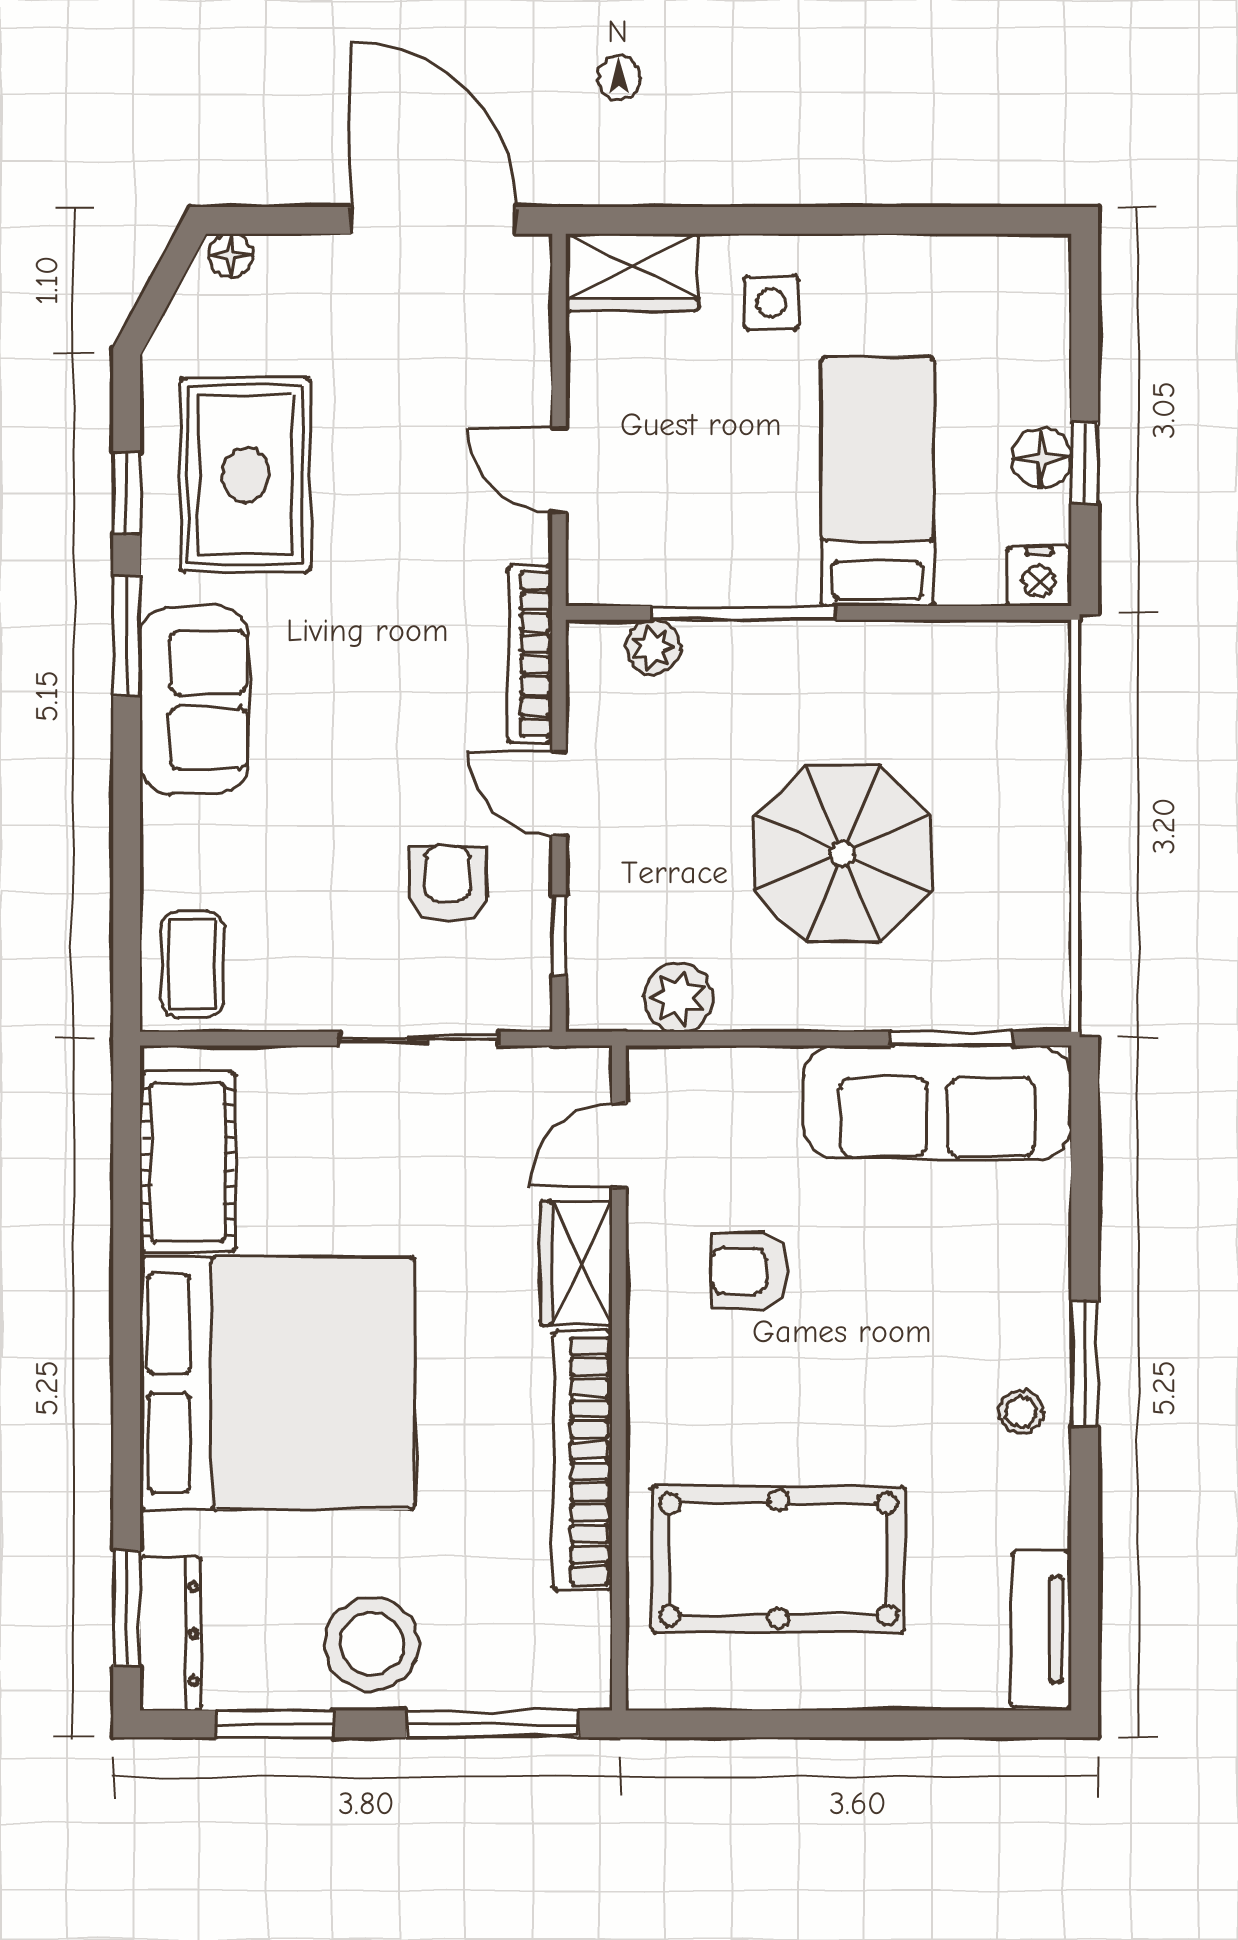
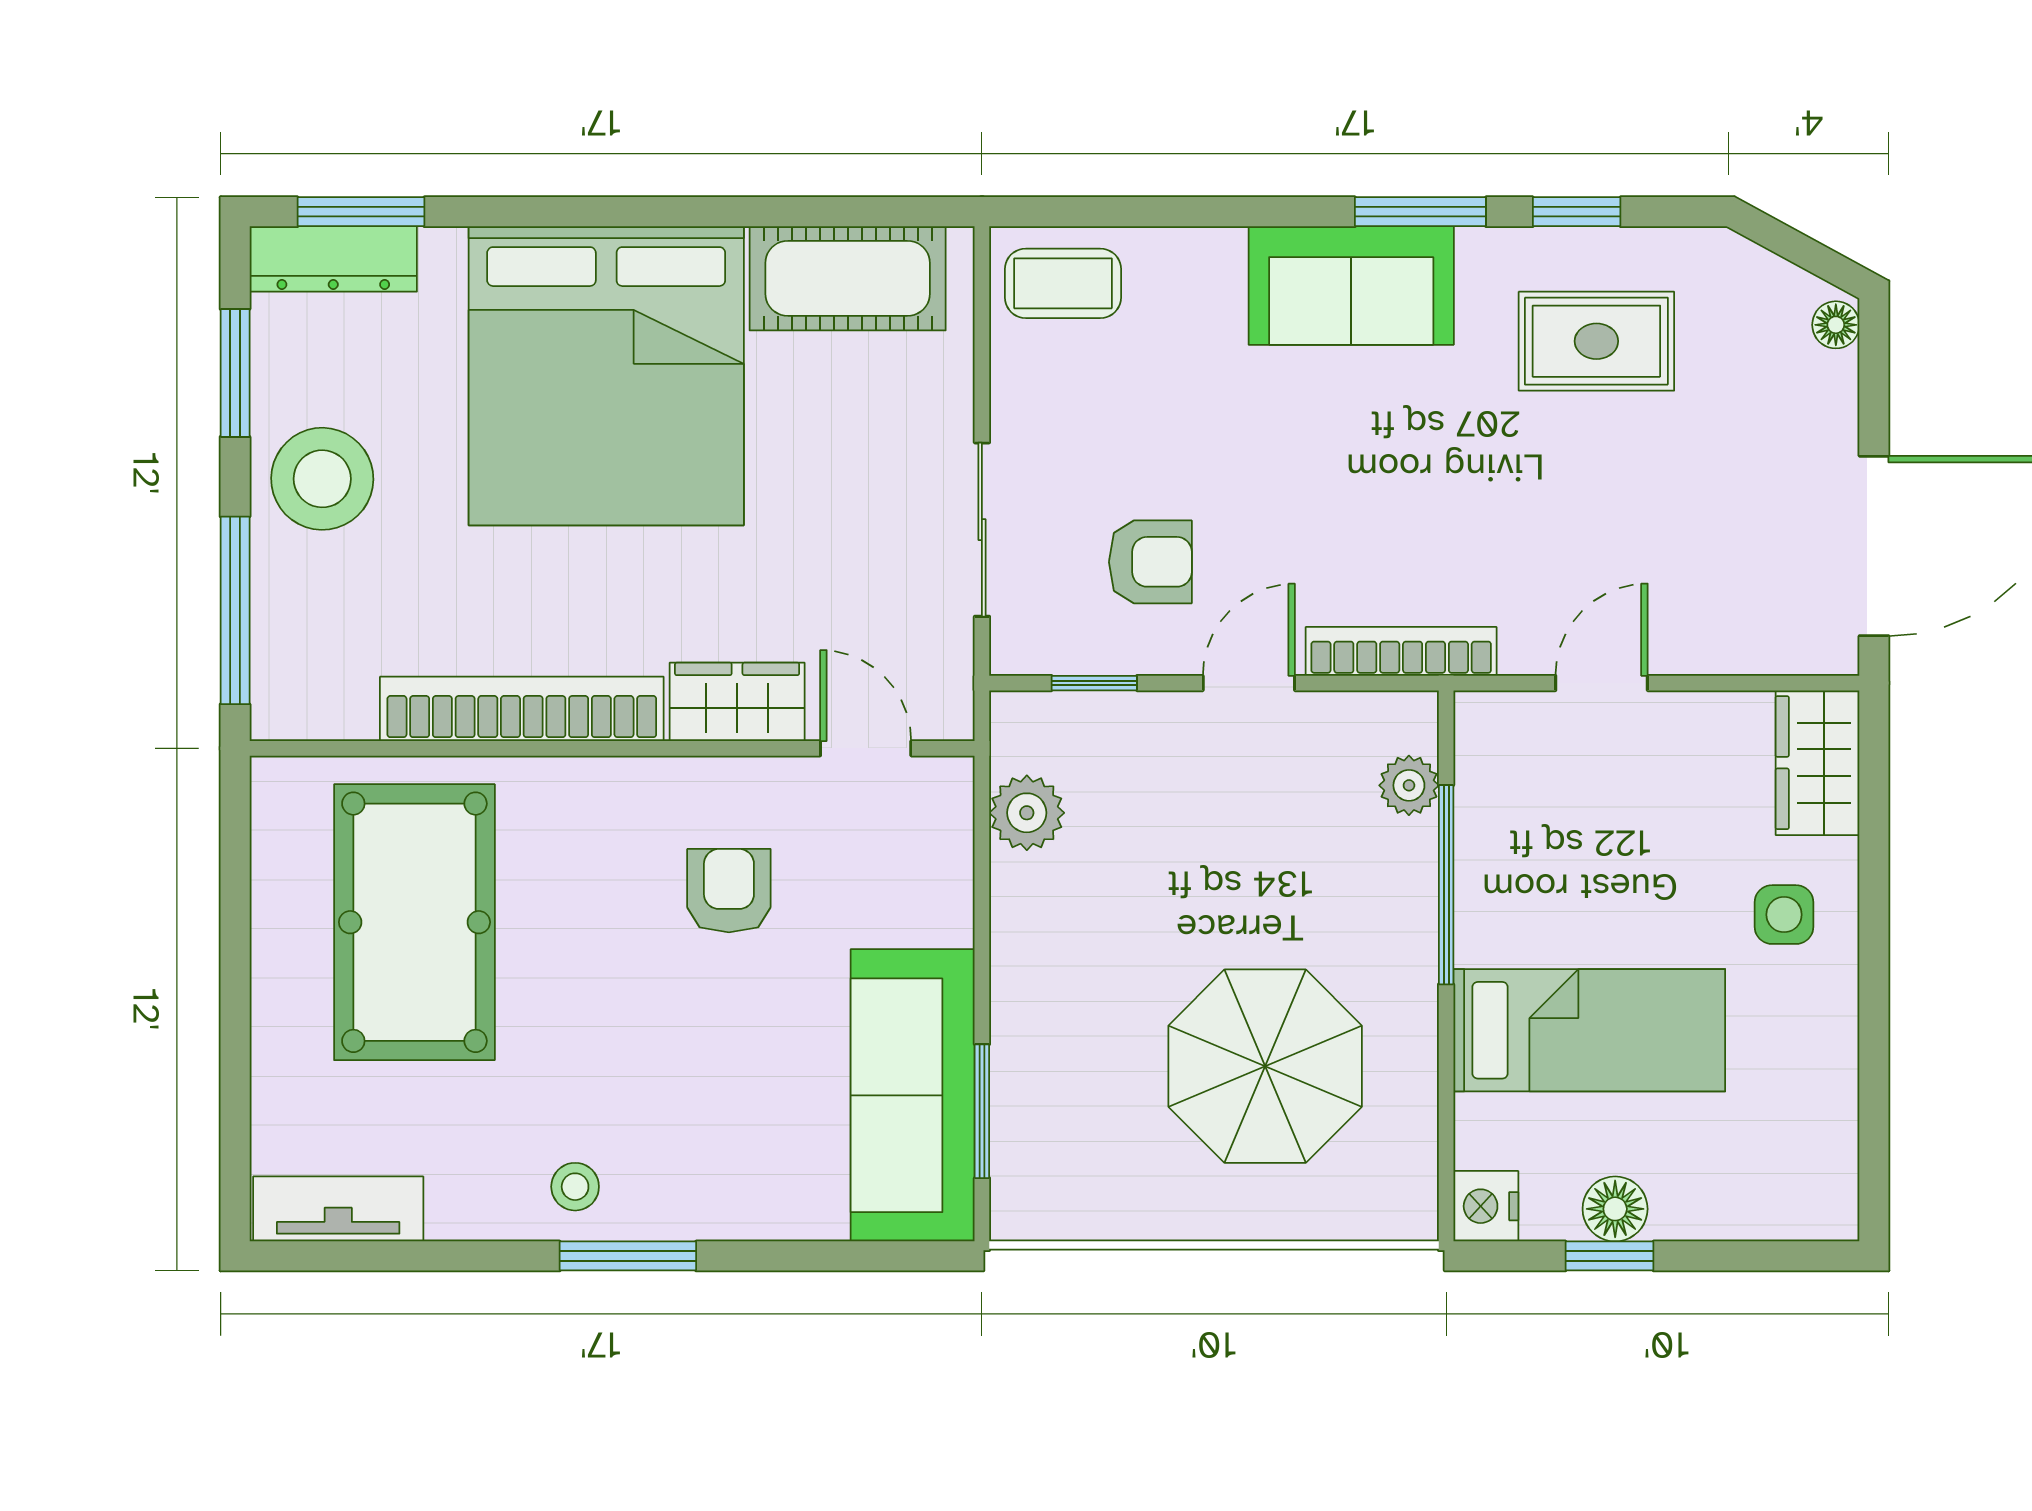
rug: (245, 475) -> (1596, 341), width x0.73, depth x0.70
parasol: (843, 854) -> (1265, 1066), moved

